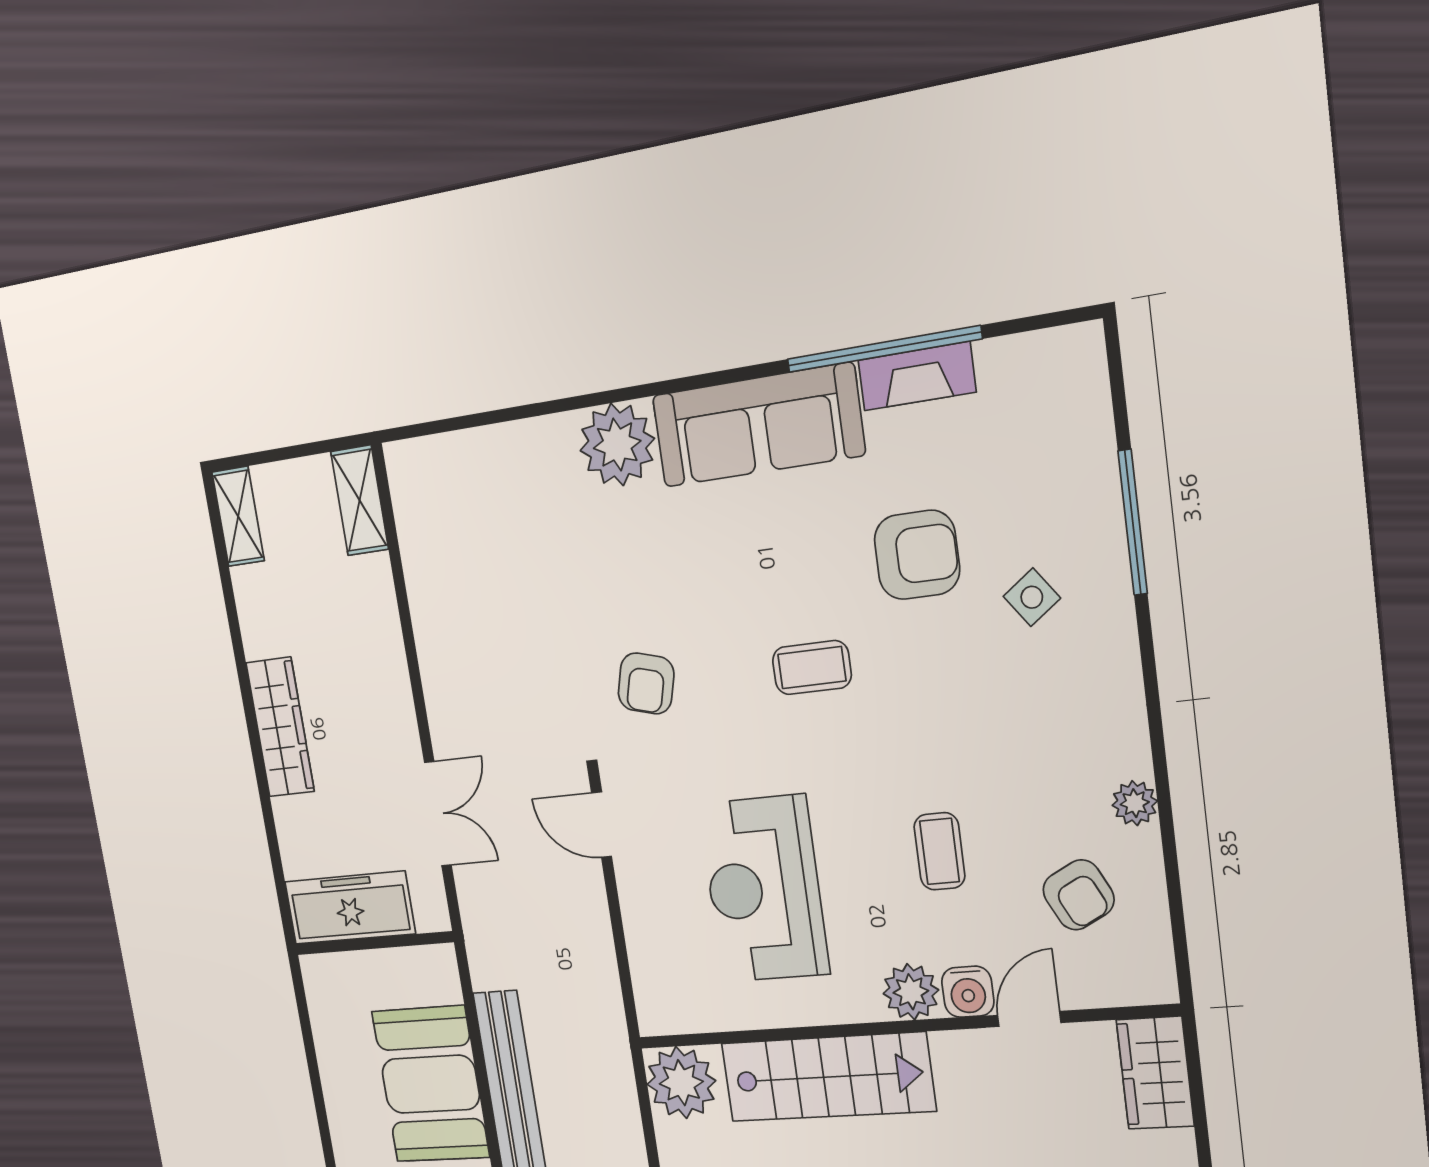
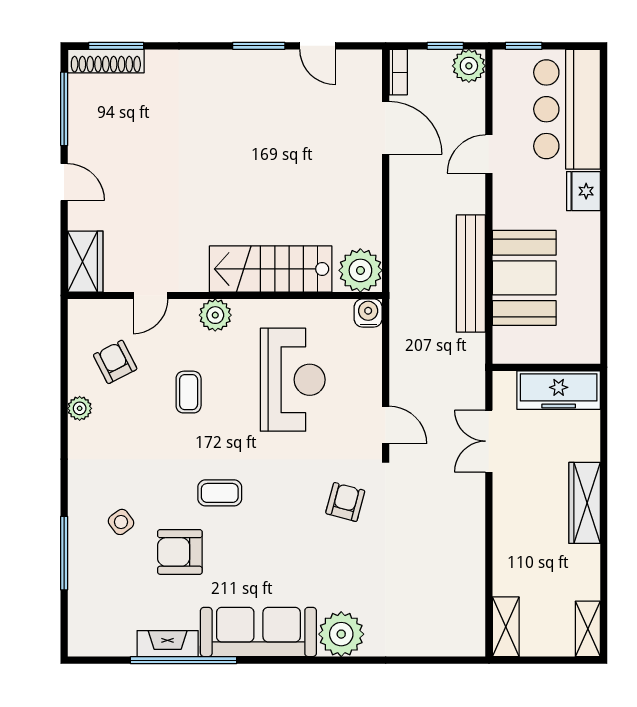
coffee table: (812, 668) -> (220, 493), moved
water cooler: (968, 992) -> (368, 313), moved

